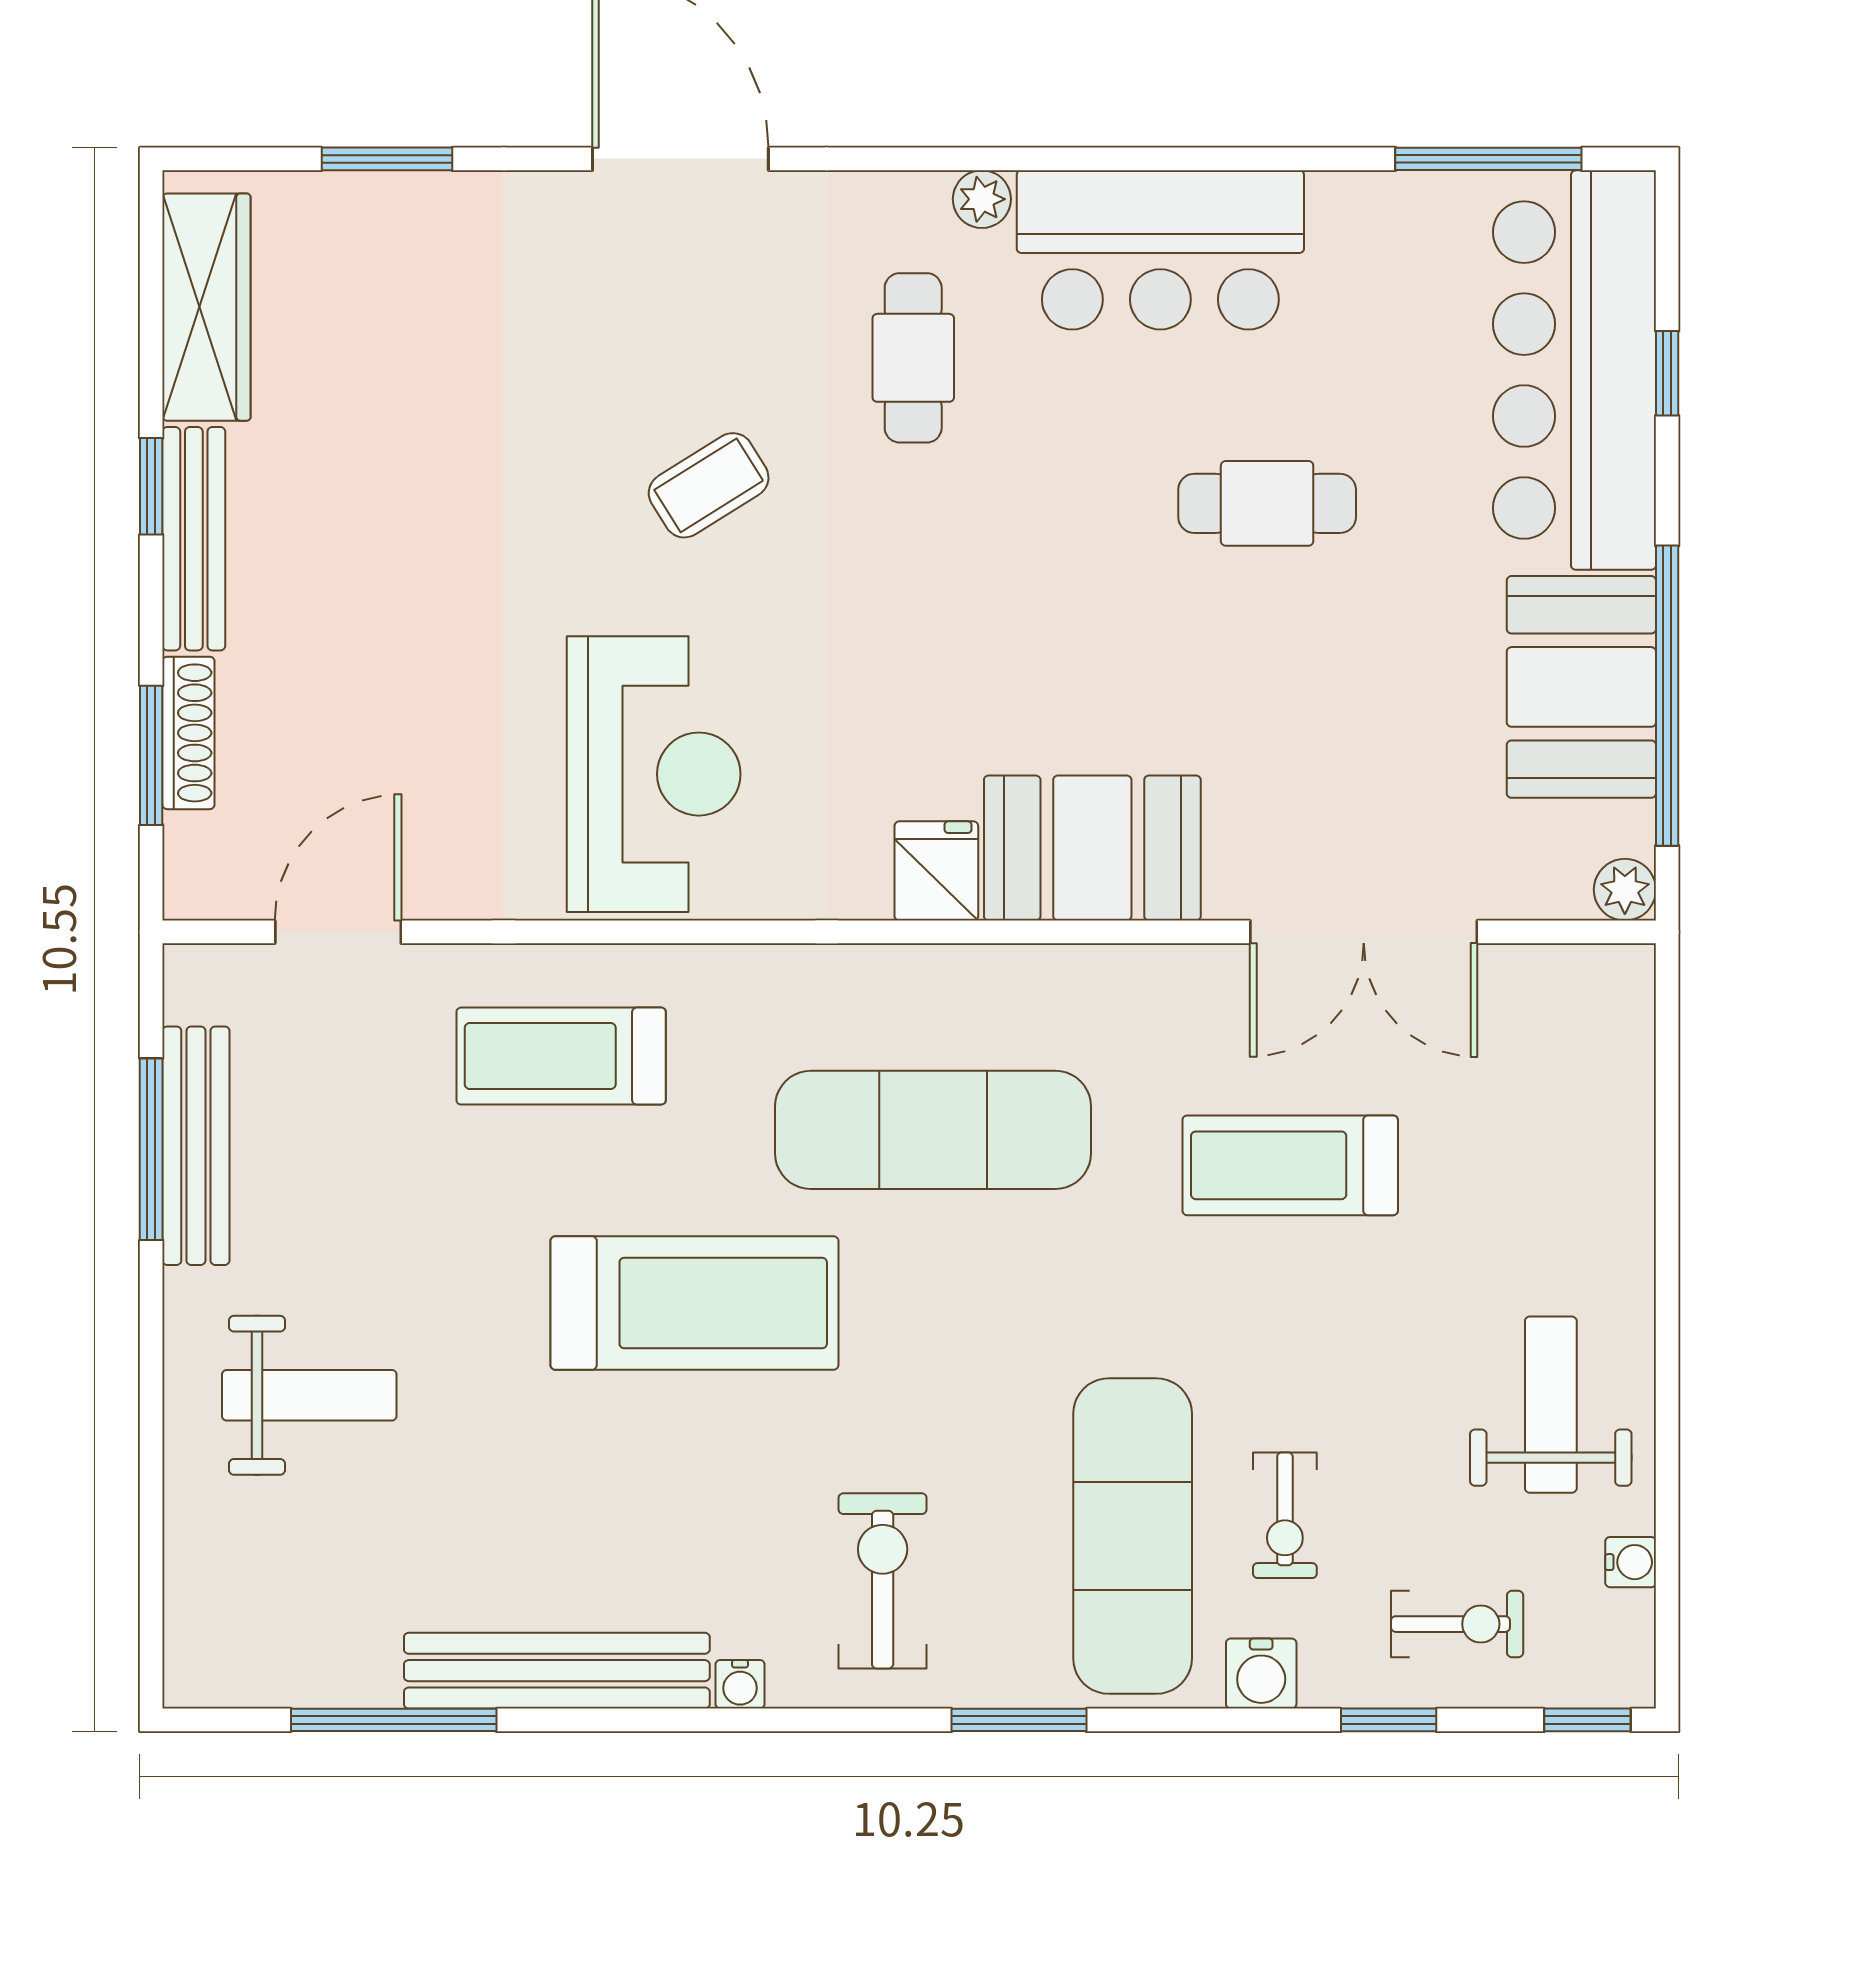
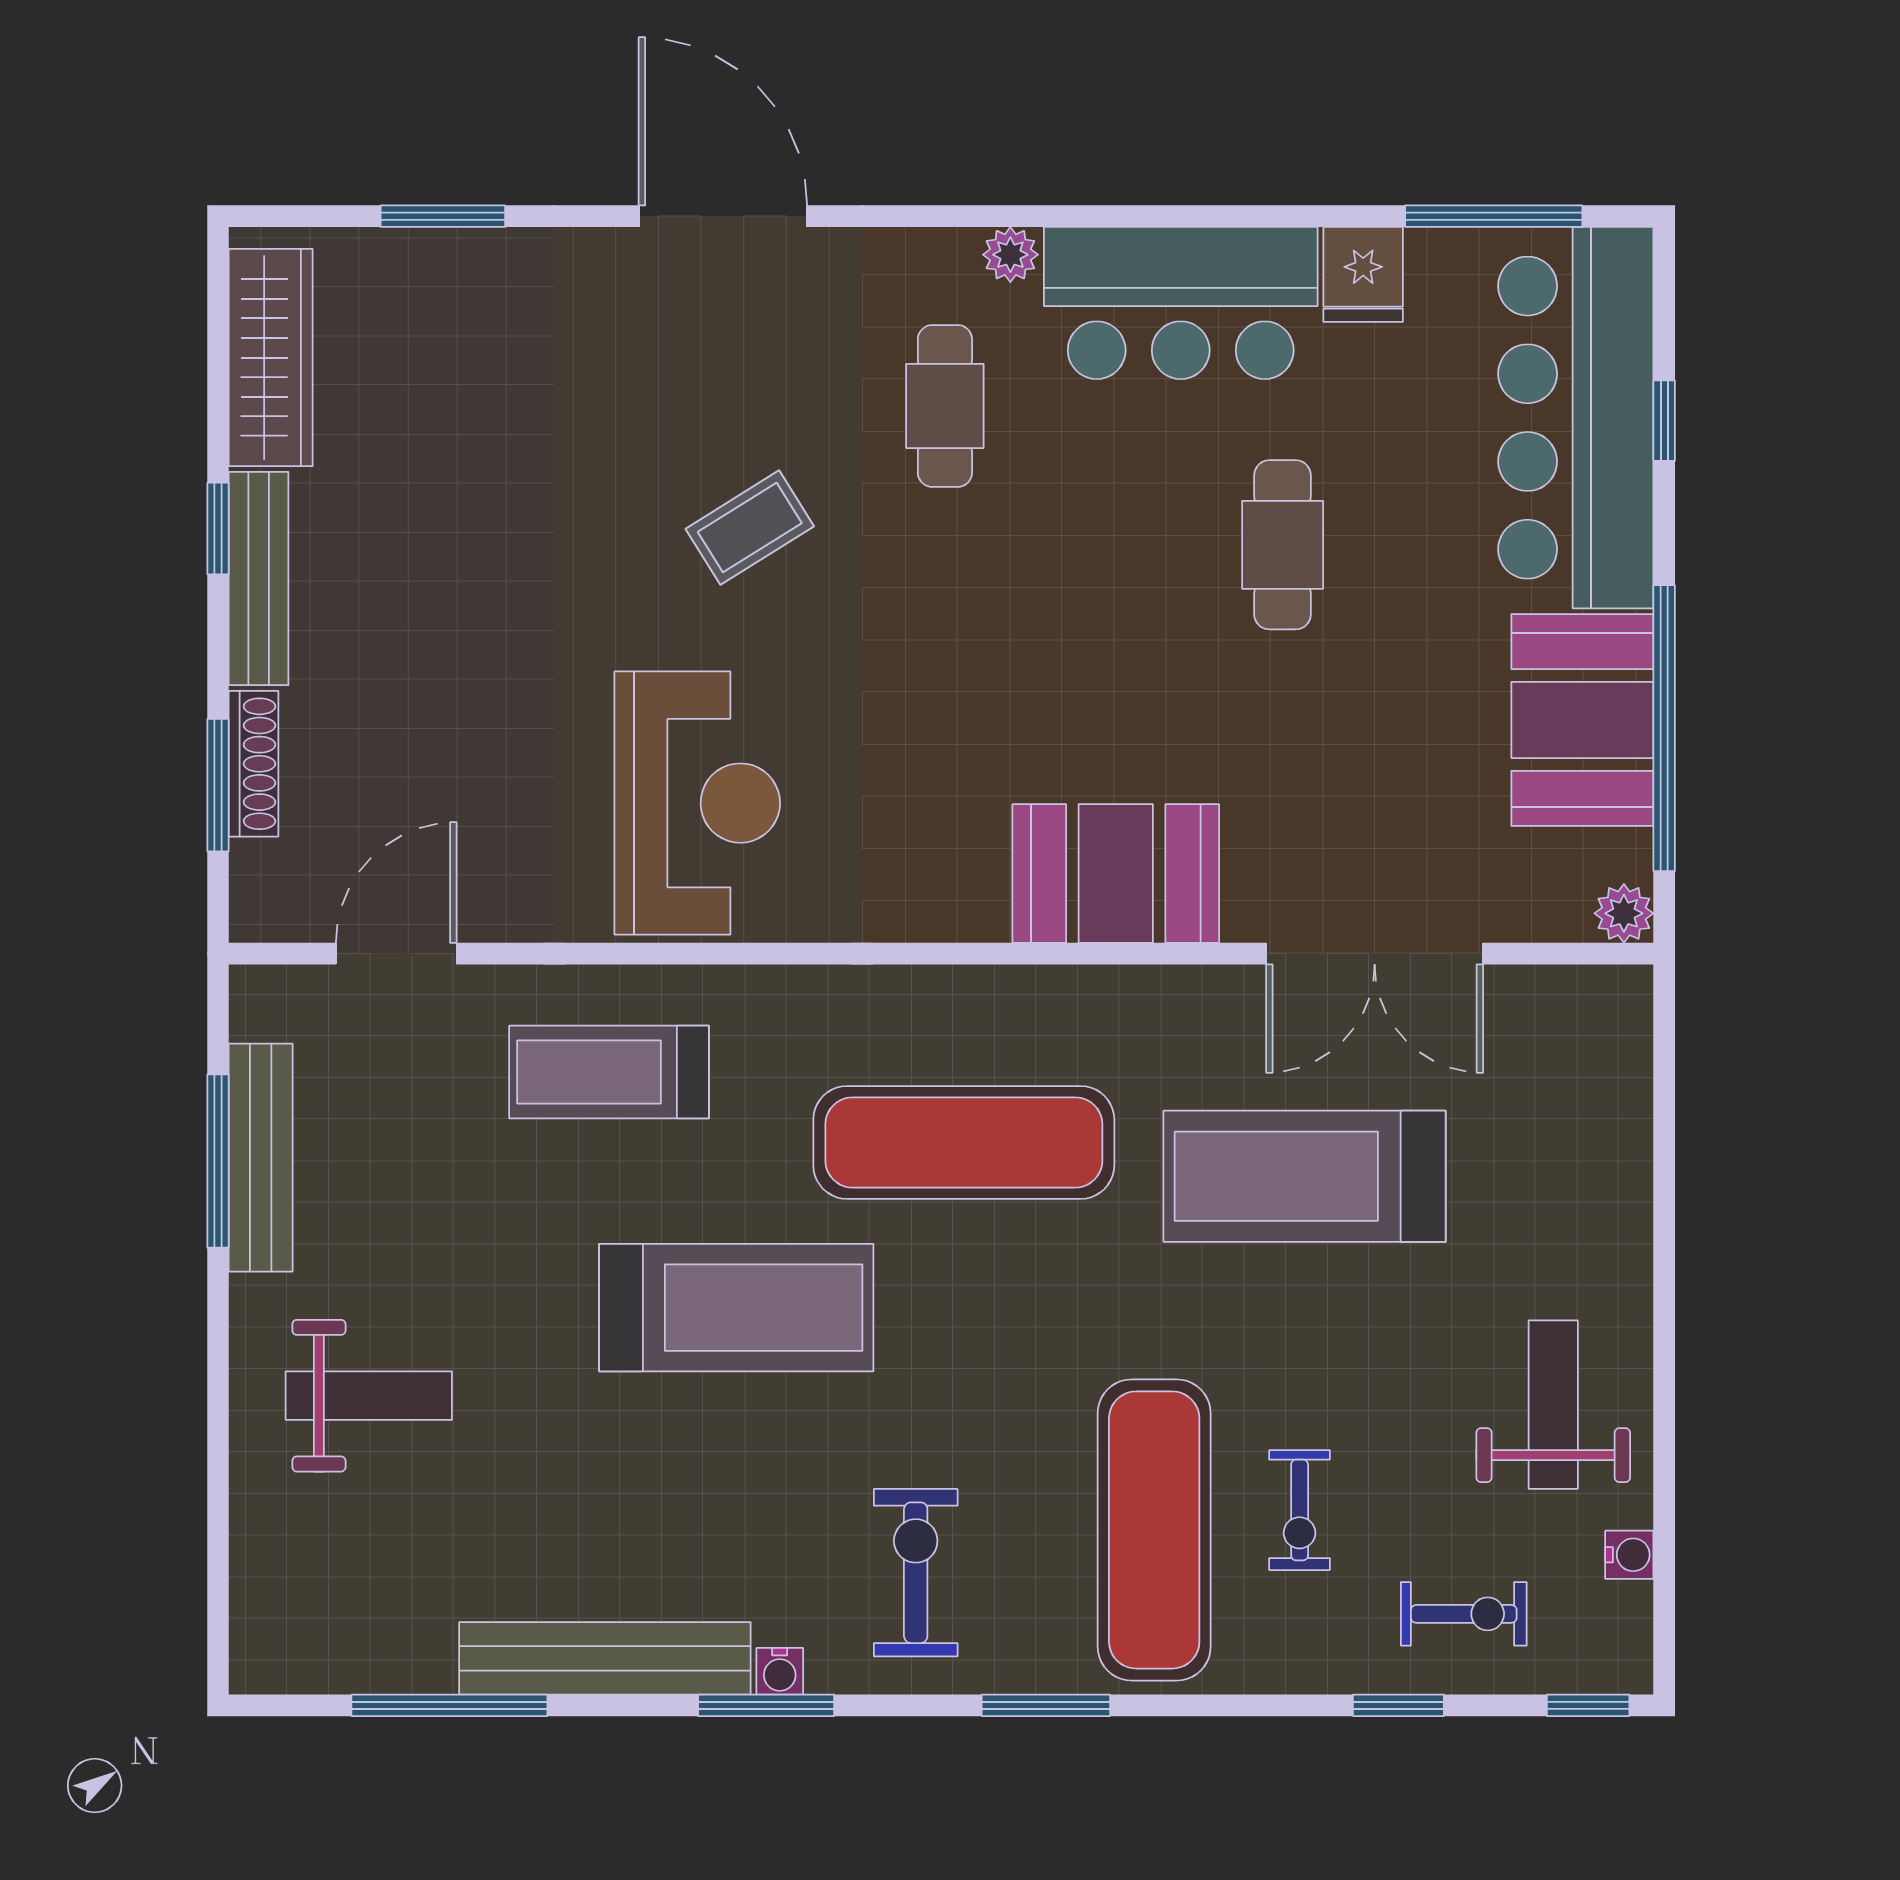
cafe table: (1267, 503) -> (1283, 545), turned 90
fridge: (936, 871) -> (1363, 274), moved, turned 180
treadmill: (1290, 1165) -> (1305, 1176), width x1.37, depth x1.38
water cooler: (1261, 1674) -> (1277, 1661), removed
window: (726, 1720) -> (766, 1705), added

